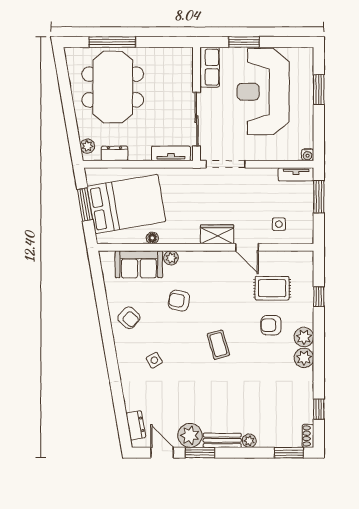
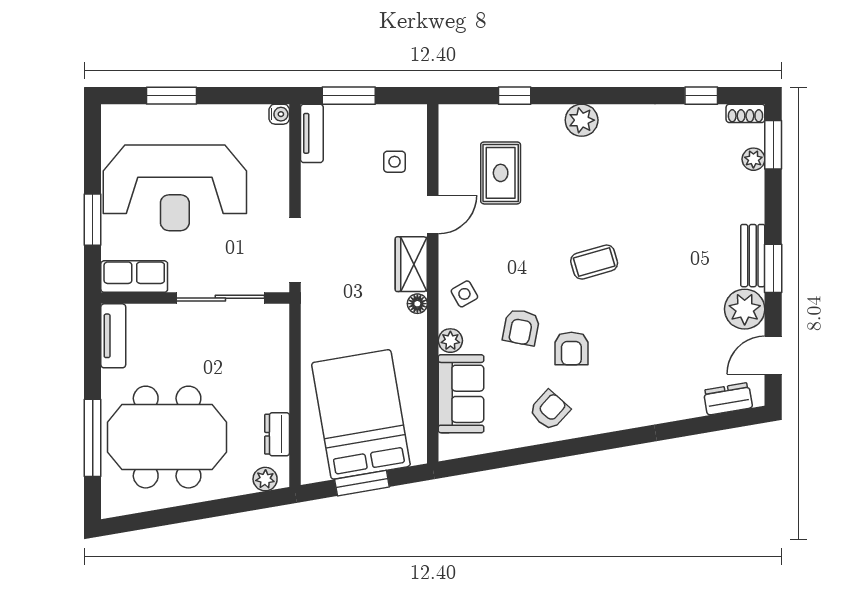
tv unit: (171, 153) -> (113, 336), moved, turned 180
floor lamp: (152, 238) -> (417, 304), moved
armchair: (271, 325) -> (571, 349), moved
plant: (304, 358) -> (616, 120), removed
side table: (154, 360) -> (464, 294), moved
plant: (249, 441) -> (753, 159), moved
window: (200, 453) -> (773, 268), moved

